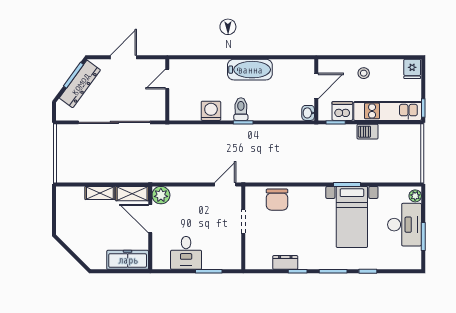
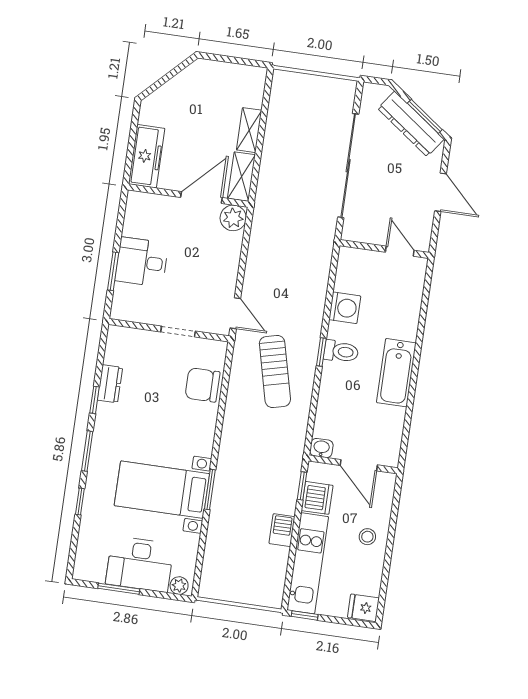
sun lounger: (261, 152) -> (275, 372), added
desk: (186, 253) -> (142, 262), moved

